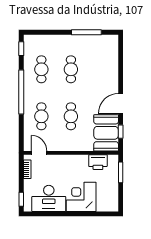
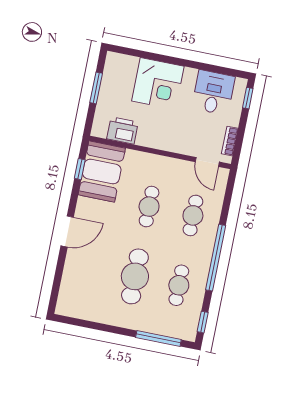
window: (86, 32) -> (158, 338), moved
cafe table: (71, 69) -> (135, 276), width x1.37, depth x1.35
door: (121, 104) -> (67, 232), moved
window: (121, 172) -> (96, 88), moved
desk: (49, 198) -> (213, 93), width x0.73

